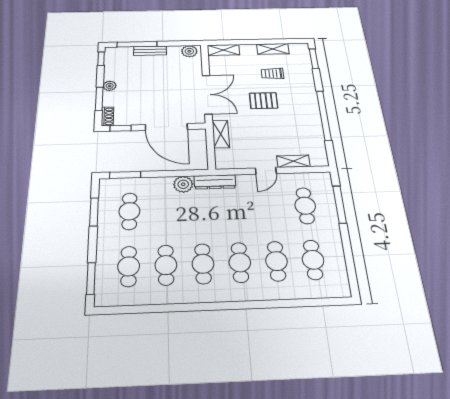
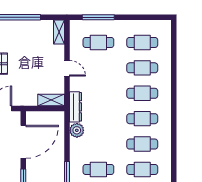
shelving: (221, 134) -> (51, 100), moved
shelving: (293, 161) -> (59, 32), moved

